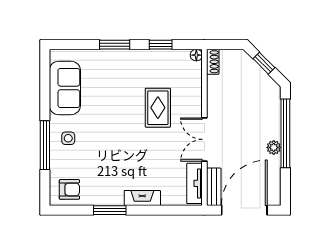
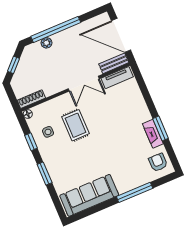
shoe rack: (213, 62) -> (31, 99), width x1.43
sofa: (65, 88) -> (89, 195), width x1.36
rug: (158, 108) -> (75, 125), turned 90
side table: (68, 138) -> (48, 132), moved
plant: (274, 147) -> (46, 43), moved
fireplace: (142, 198) -> (153, 134), moved

